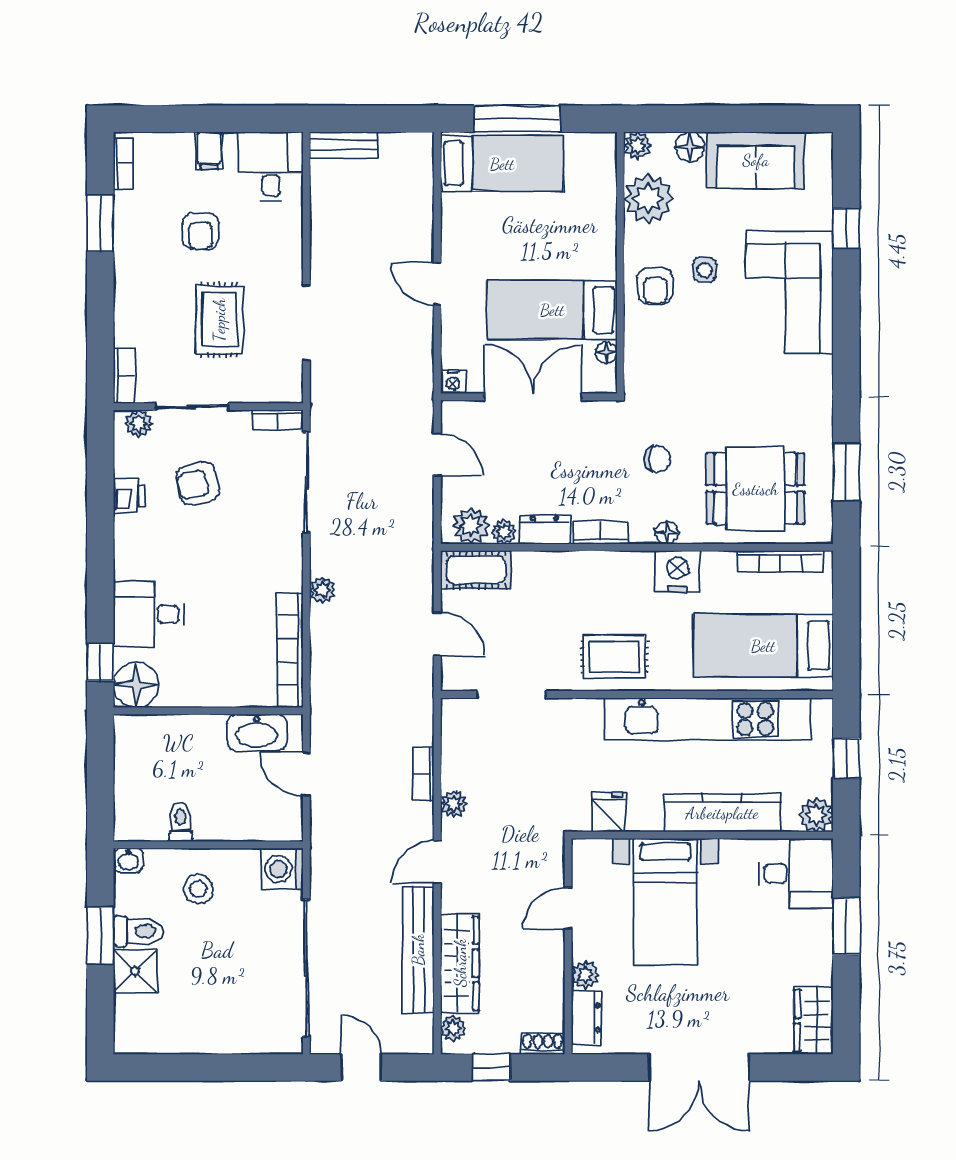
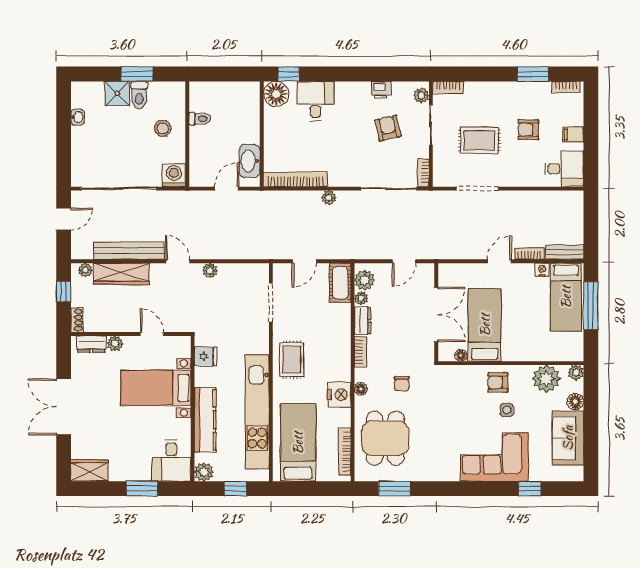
bench: (344, 145) -> (565, 252), moved, turned 90
nightstand: (453, 382) -> (542, 270), moved, turned 90
bookcase: (423, 774) -> (529, 254), moved
washbasin: (128, 860) -> (77, 117), moved, turned 180

